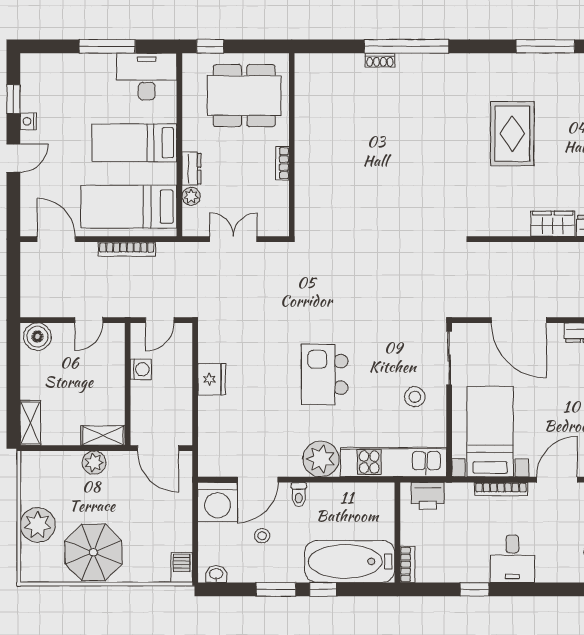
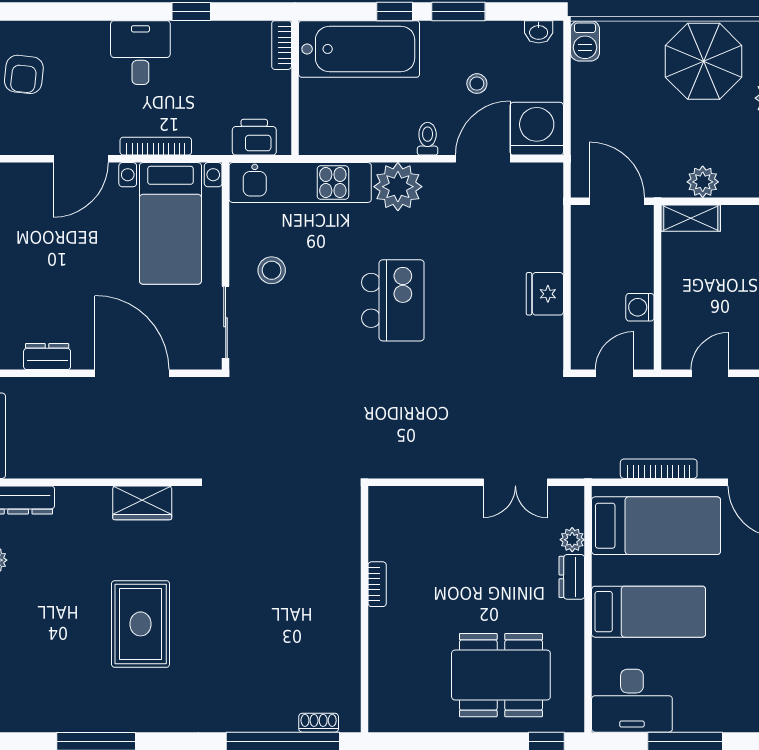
wall: (292, 145) -> (365, 609), moved
bookcase: (282, 163) -> (377, 584), moved
wardrobe: (553, 224) -> (142, 503), moved

